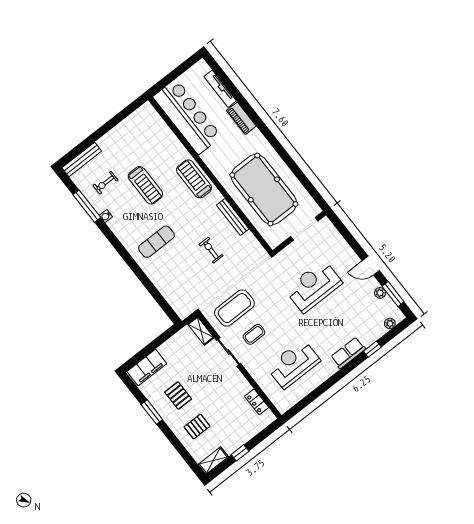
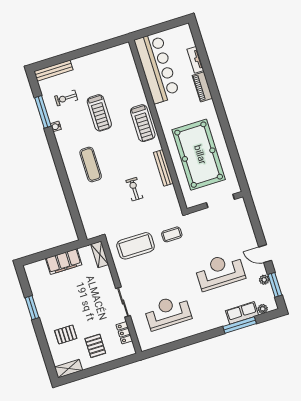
tv unit: (220, 89) -> (195, 60), width x0.71
treadmill: (194, 179) -> (143, 123), turned 180
exercise mat: (156, 242) -> (91, 164), turned 90
reception desk: (314, 286) -> (220, 272), moved
coffee table: (254, 334) -> (172, 234), moved
window: (372, 349) -> (240, 325), width x2.17
sliding door: (229, 352) -> (123, 302), moved
row of seats: (348, 353) -> (242, 313), moved
filing cabinet: (147, 368) -> (64, 262), moved
pallet: (178, 395) -> (95, 346), moved
window: (240, 453) -> (94, 371), removed

